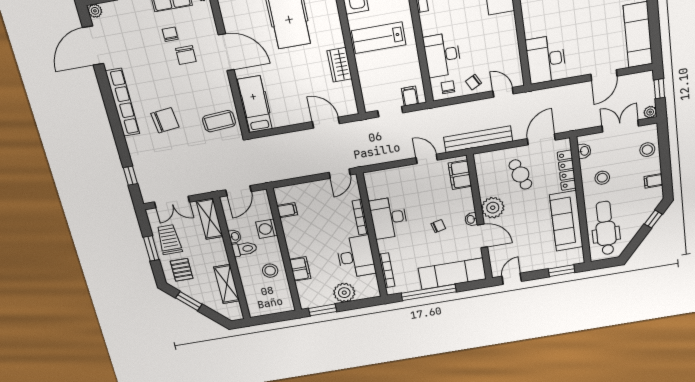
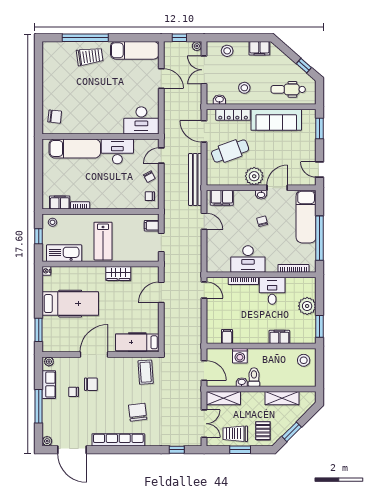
desk: (442, 55) -> (117, 151), moved, turned 180
door: (427, 159) -> (204, 221), swing flipped
cafe table: (520, 175) -> (230, 151), width x1.37, depth x1.35
filing cabinet: (653, 181) -> (259, 48), width x2.00
window: (653, 219) -> (304, 66), moved
dental chair: (606, 228) -> (288, 89), width x0.73, depth x0.72
desk: (356, 257) -> (272, 291), width x0.73
pallet: (182, 270) -> (263, 431), turned 90
stool: (270, 271) -> (304, 360), moved

